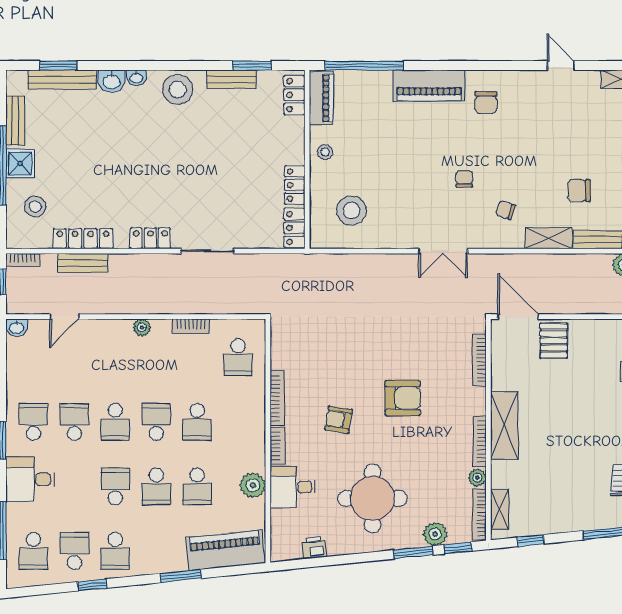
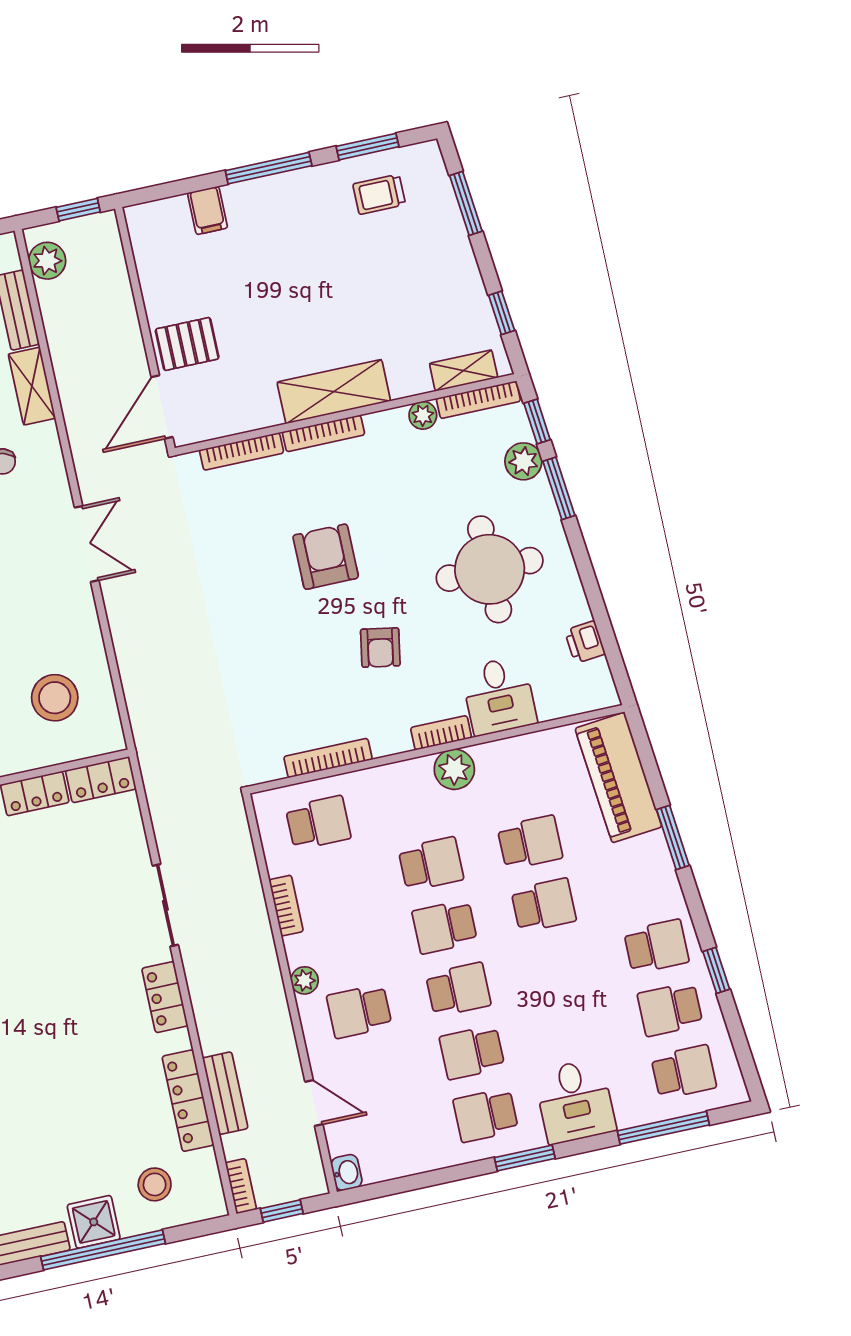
bookcase: (277, 398) -> (328, 758), moved
bookcase: (480, 442) -> (323, 433), moved
plant: (253, 485) -> (454, 769), moved
school desk: (115, 486) -> (359, 1011), moved

